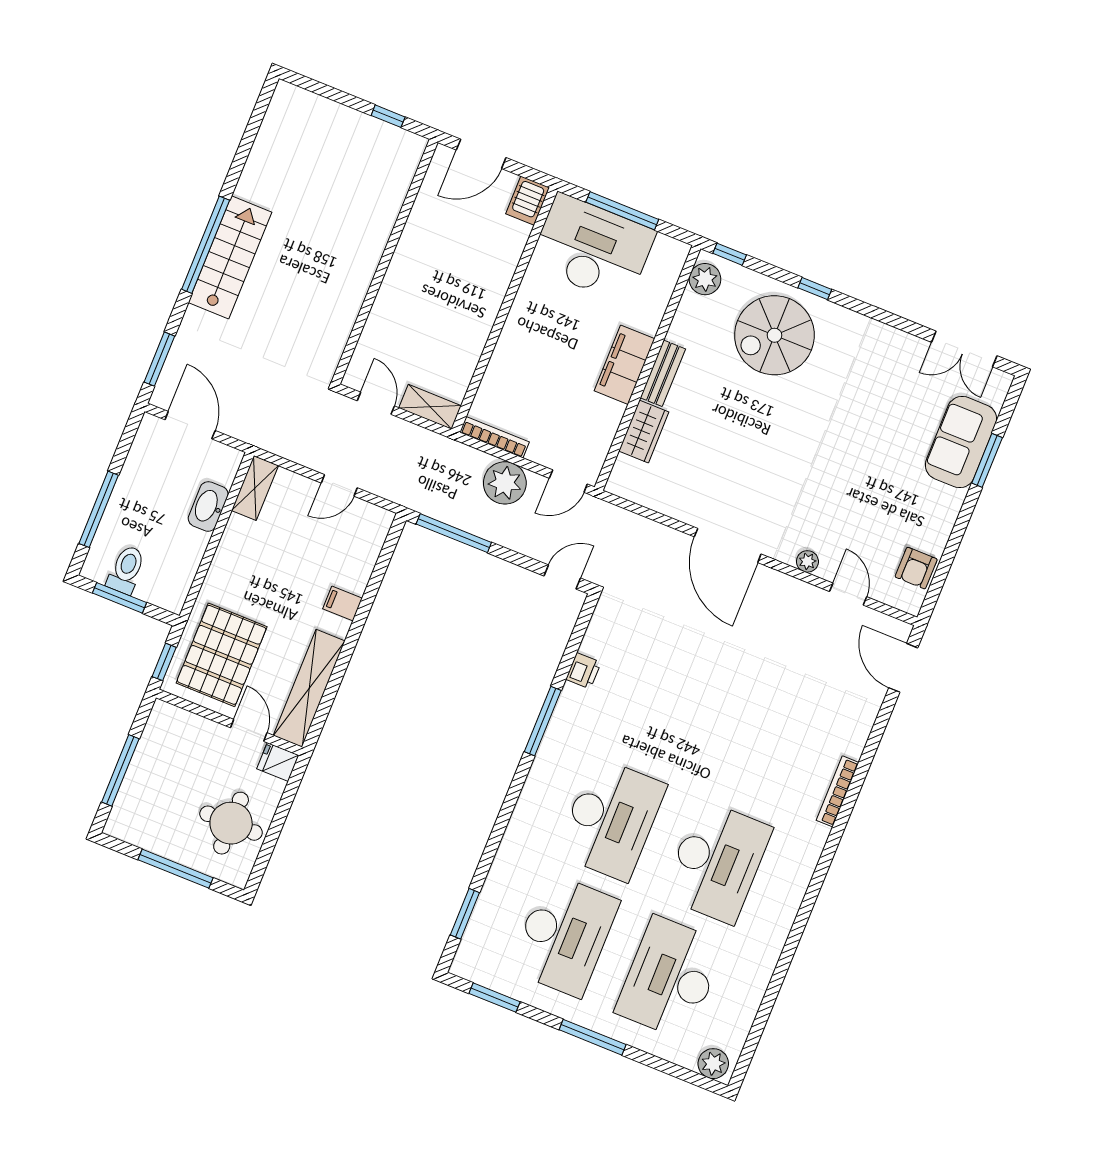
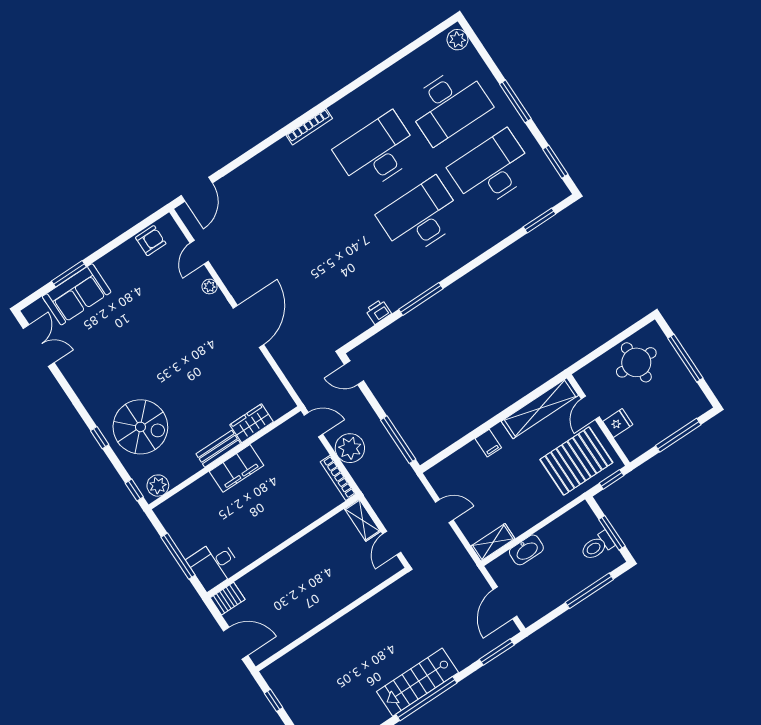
desk: (592, 248) -> (214, 564), width x0.53, depth x0.77
fridge: (278, 762) -> (618, 423), moved, turned -90
bookcase: (838, 791) -> (309, 127), moved

